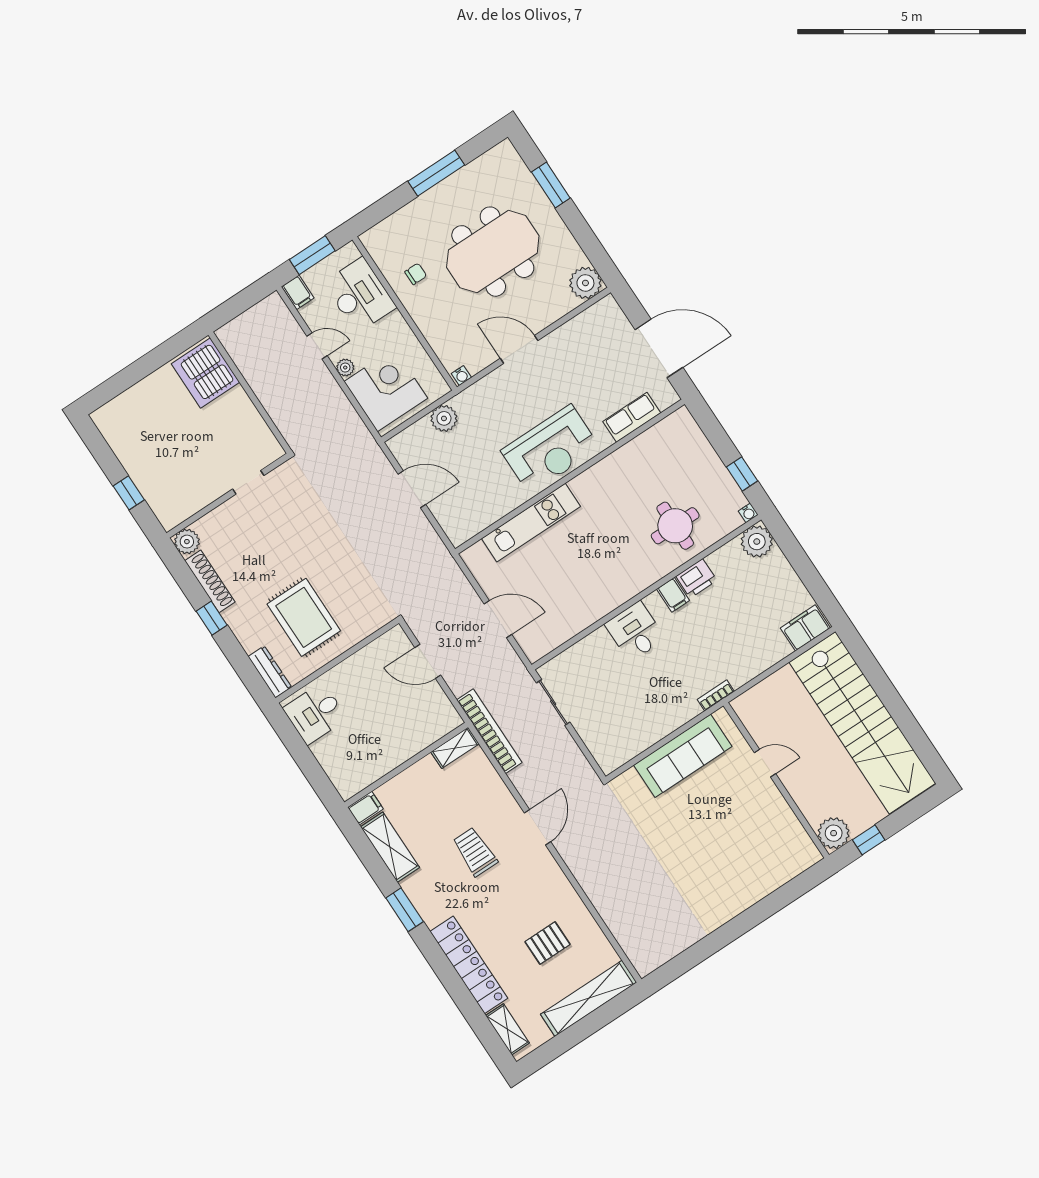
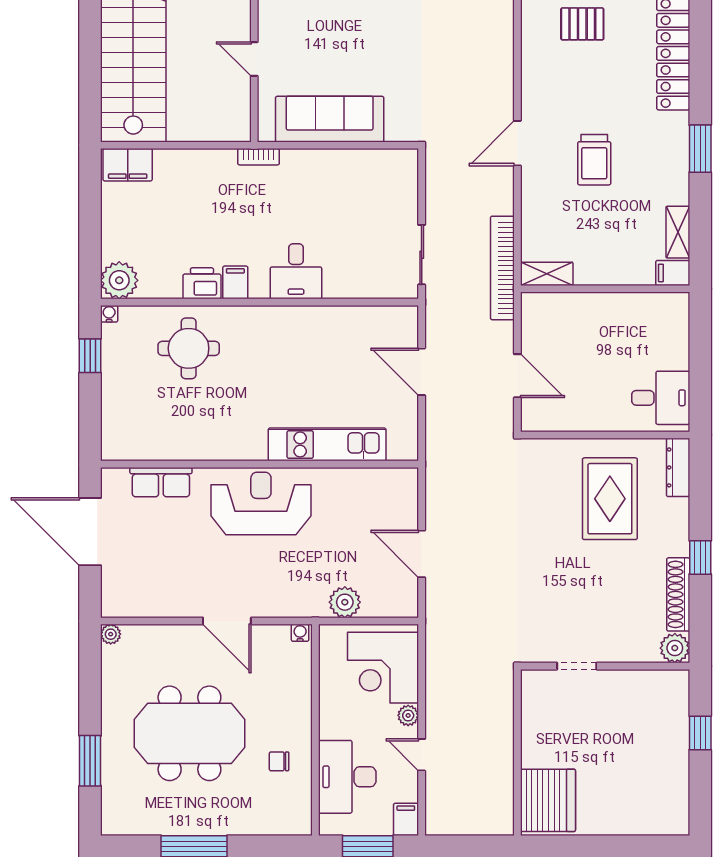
plant: (585, 283) -> (111, 634), width x0.53, depth x0.53
shelving: (390, 847) -> (678, 232), width x0.67, depth x0.75

